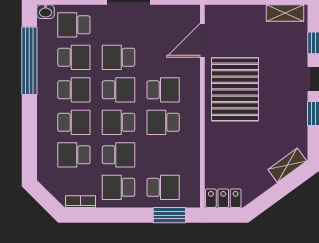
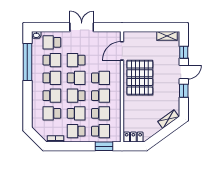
school desk: (163, 122) -> (100, 96), turned 180
school desk: (163, 155) -> (100, 113), added

